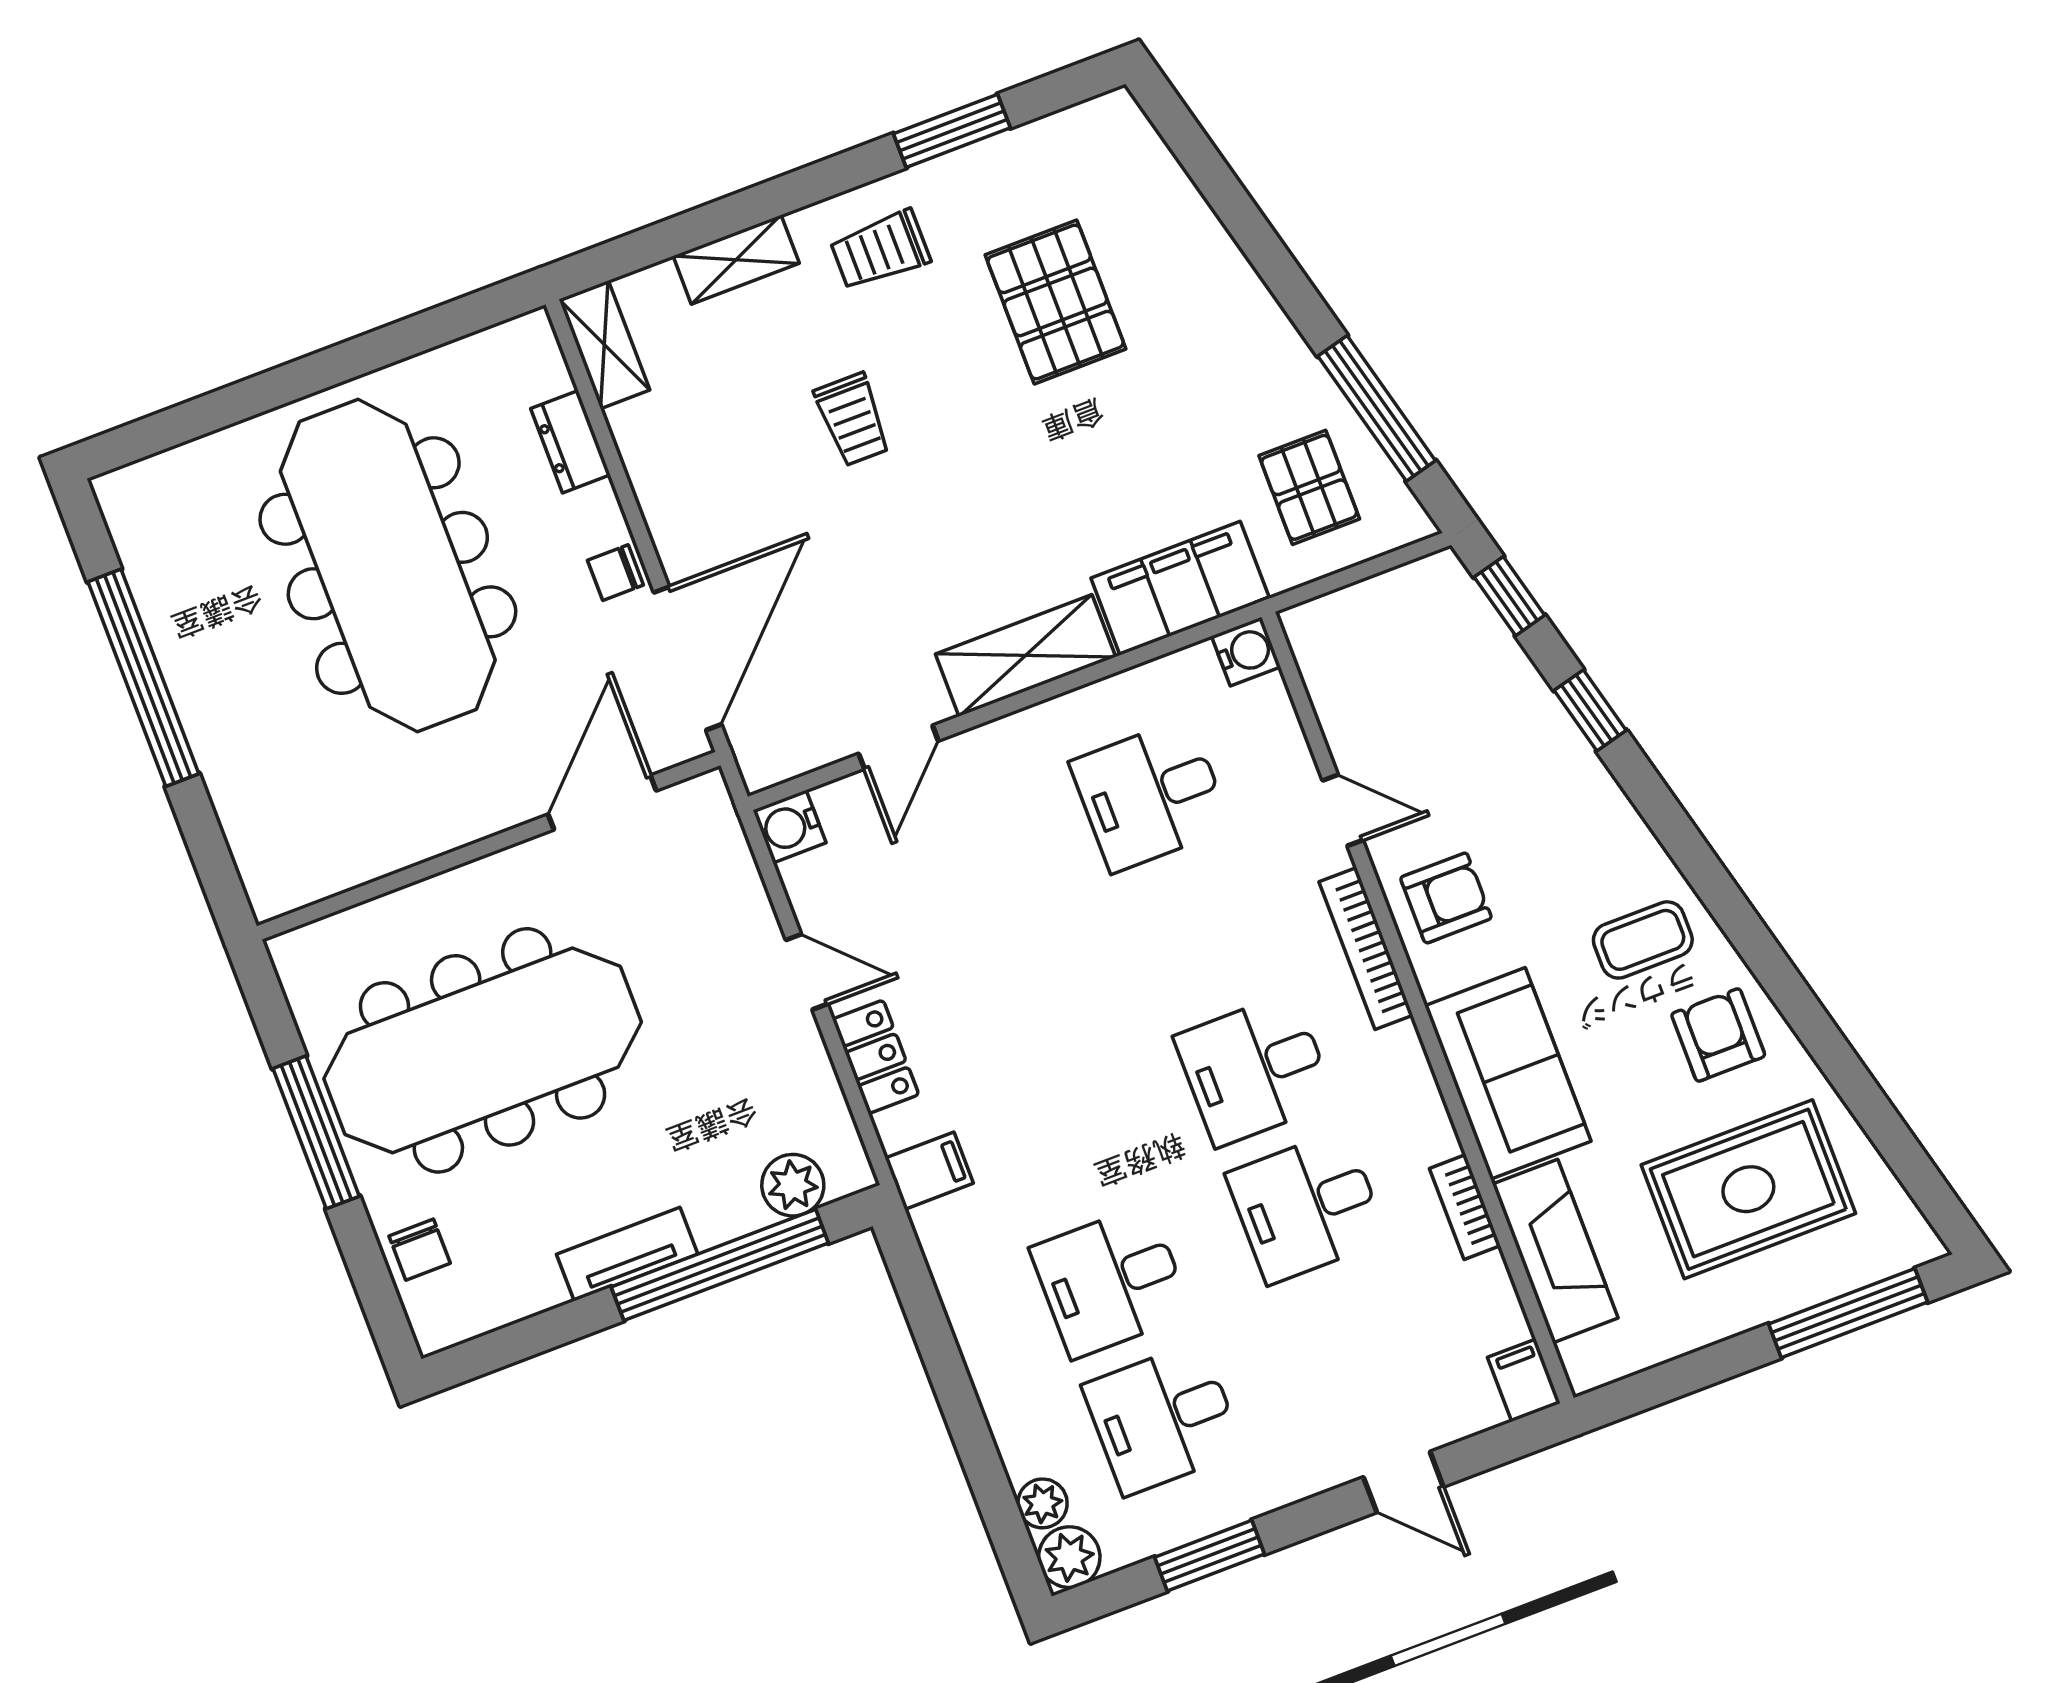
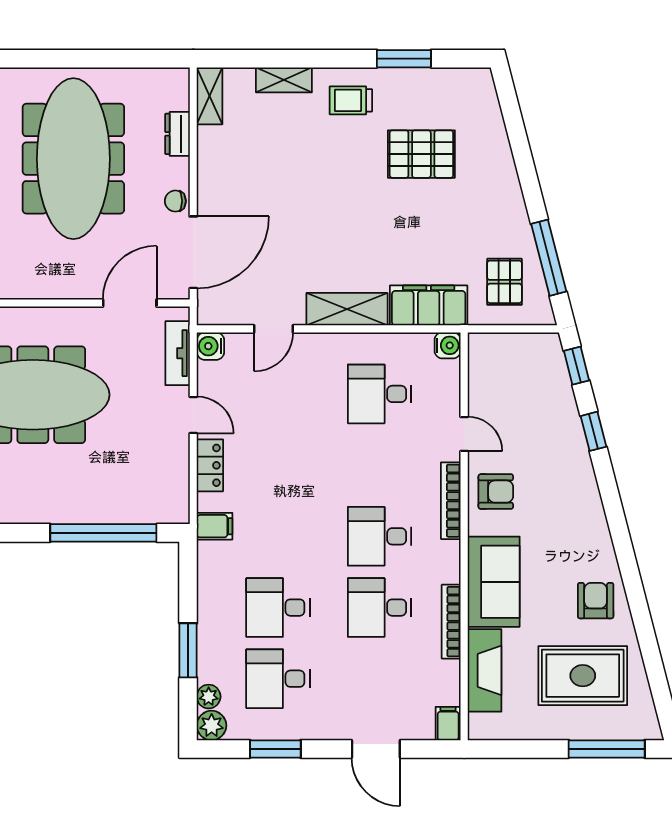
pallet: (1056, 302) -> (421, 154), turned 90
trolley: (853, 419) -> (309, 172), removed
coffee table: (1643, 940) -> (578, 544), removed
plant: (793, 1185) -> (150, 509), removed
bookcase: (1465, 1207) -> (451, 622), width x1.56
tv unit: (627, 1254) -> (178, 353), moved, turned -90
window: (969, 1429) -> (188, 650), added
door: (1403, 1482) -> (376, 749), width x1.38

